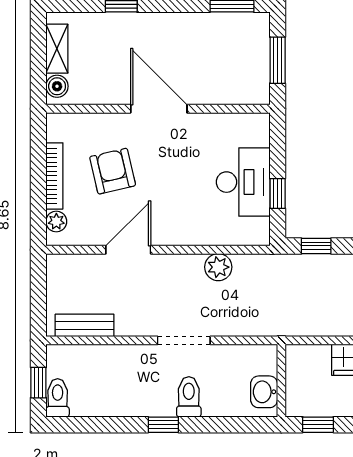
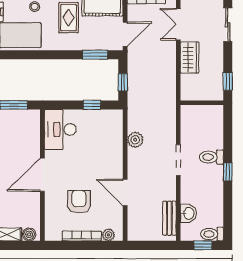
armchair: (113, 171) -> (79, 202), turned 103
desk: (243, 182) -> (60, 129), moved, turned -90
washbasin: (264, 392) -> (188, 213), moved, turned -90

